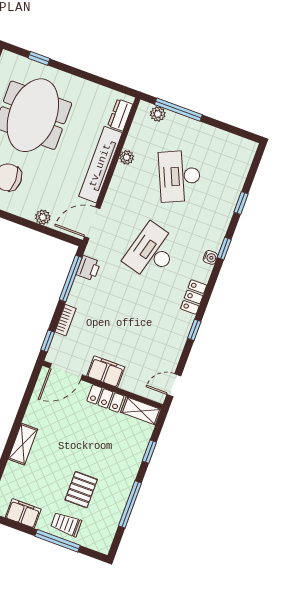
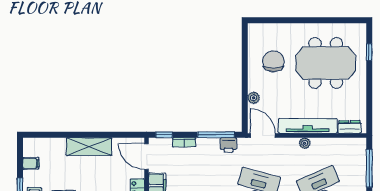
plant: (158, 114) -> (360, 154), removed
plant: (127, 157) -> (305, 143), moved
shelving: (23, 444) -> (89, 147), width x1.50, depth x1.33
filing cabinet: (23, 513) -> (31, 163), width x0.50

